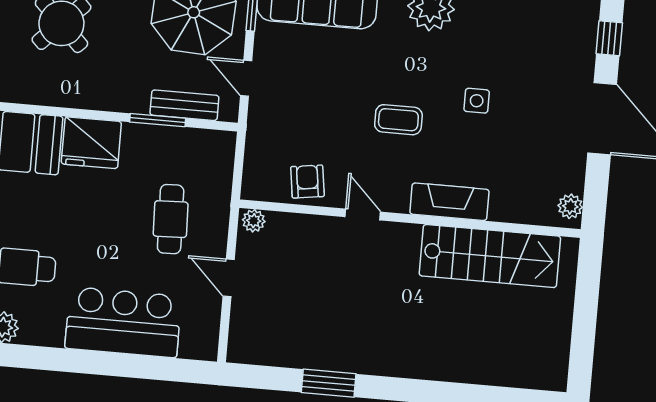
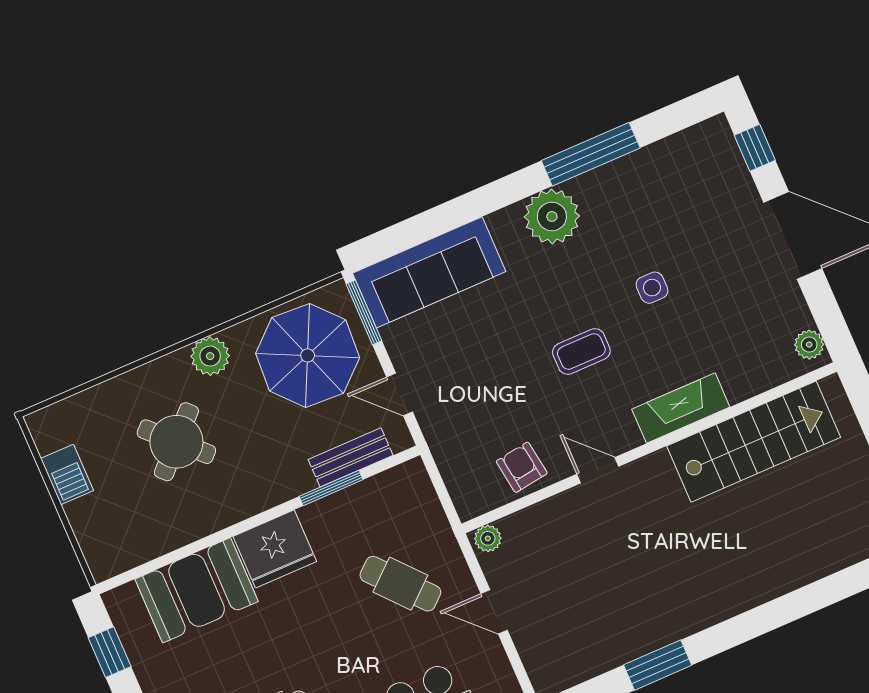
cafe table: (171, 219) -> (400, 584), turned -39

